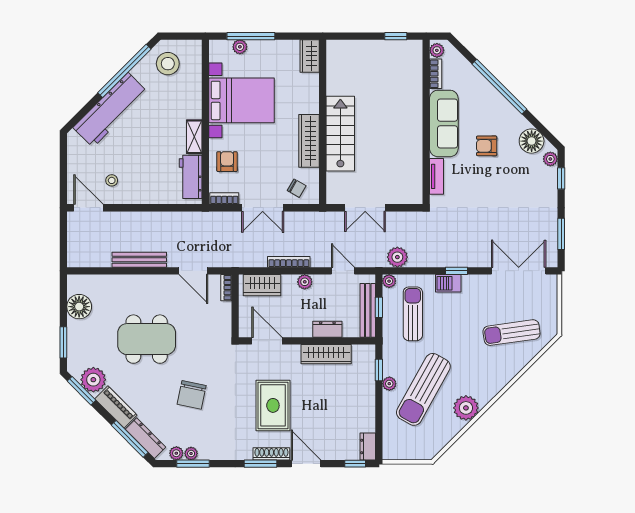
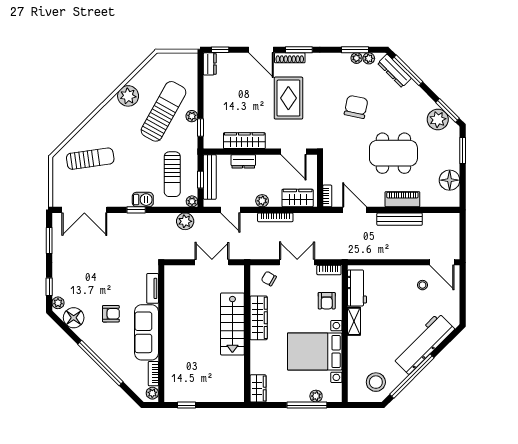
piano: (116, 407) -> (402, 199), moved, turned 135

